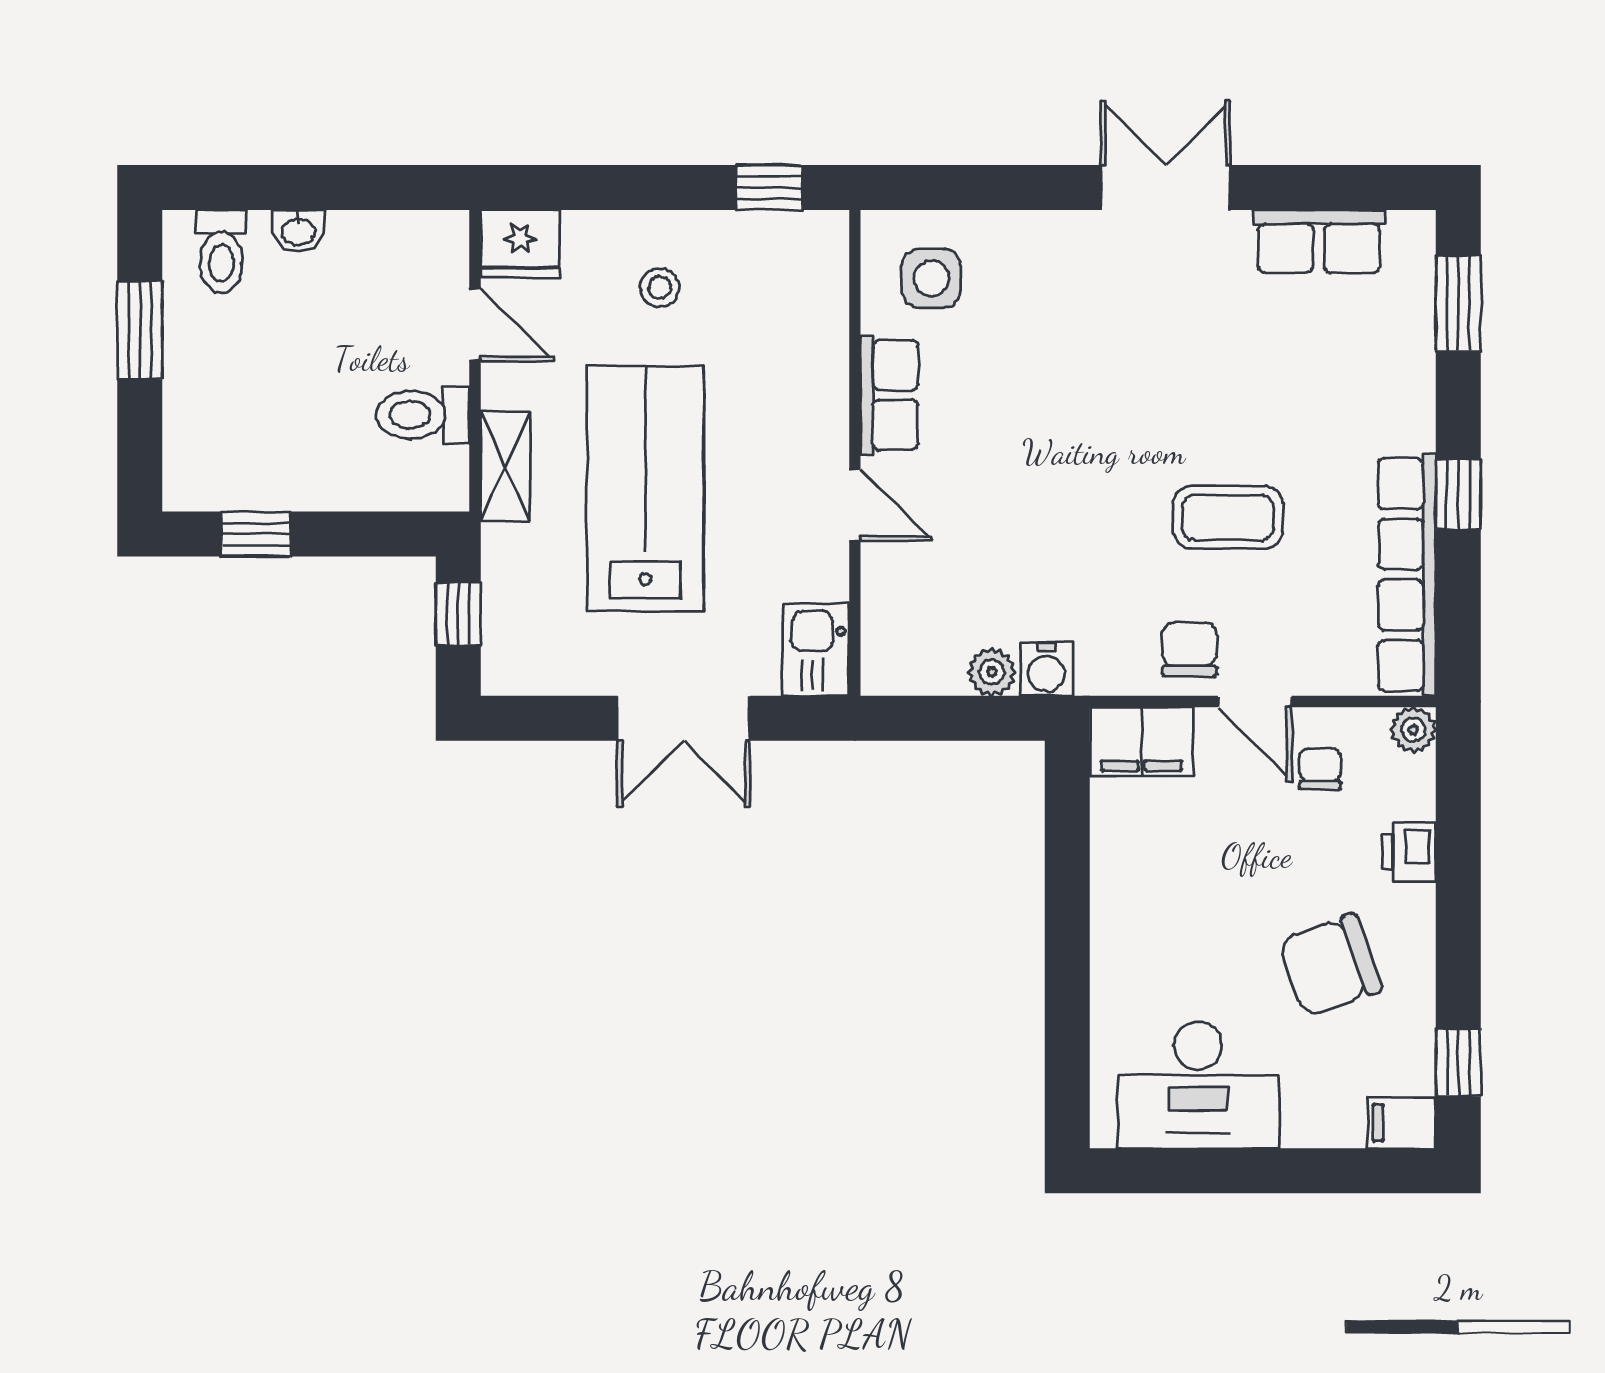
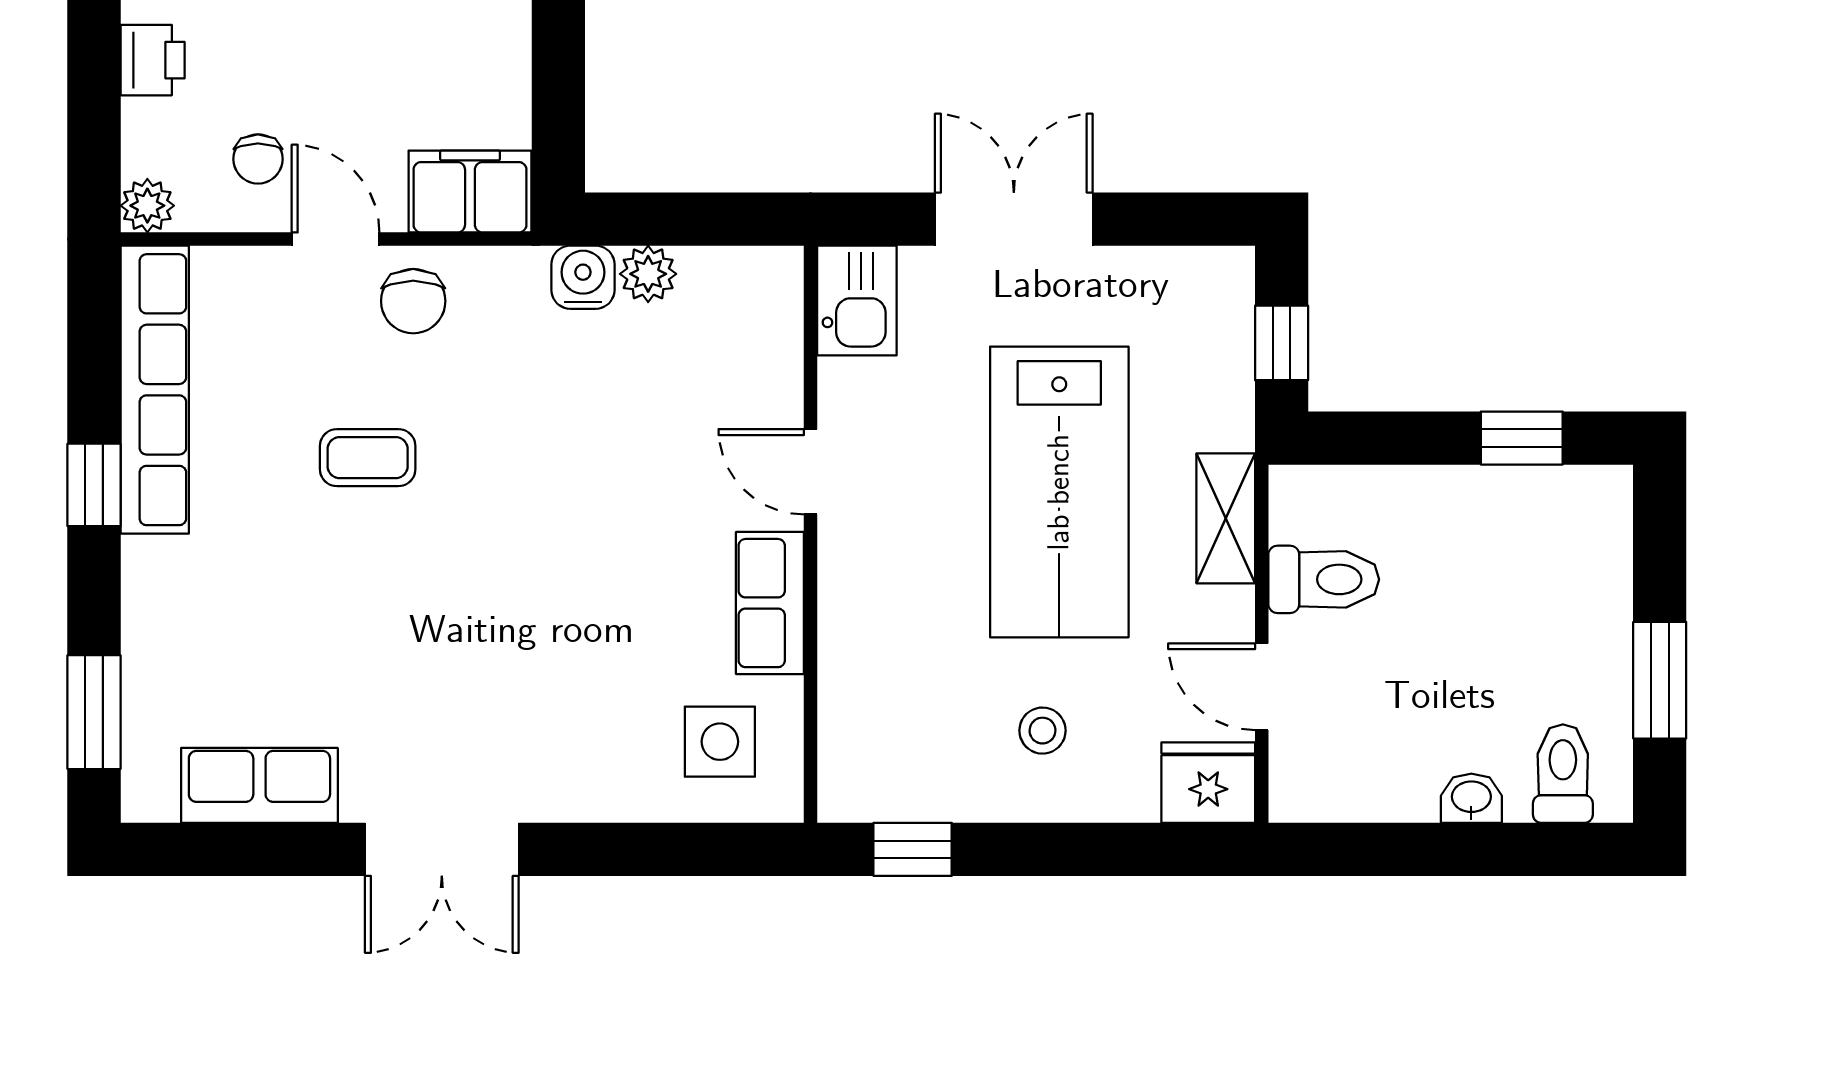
coffee table: (1228, 517) -> (368, 458), width x0.73, depth x0.77

